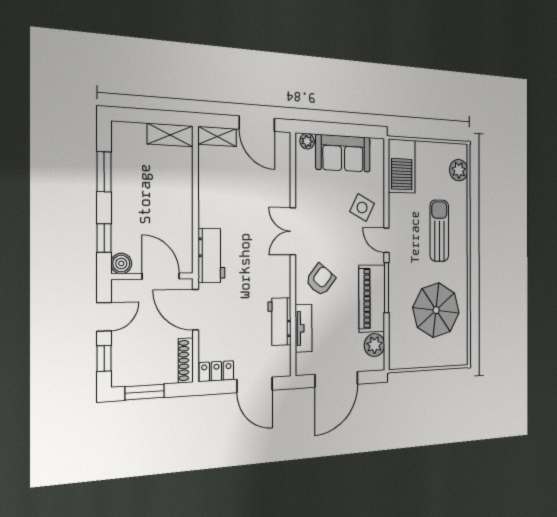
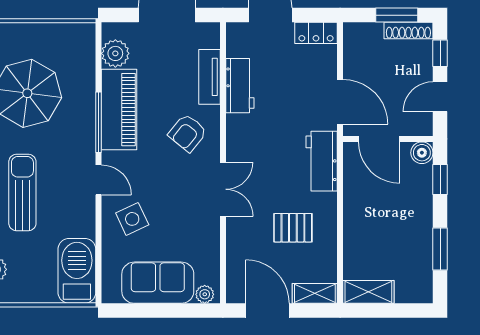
pallet: (236, 196) -> (293, 228), added
side table: (362, 207) -> (132, 219), turned 38
sun lounger: (439, 231) -> (22, 193), turned 180
shoe rack: (186, 360) -> (408, 30), moved, turned 90

